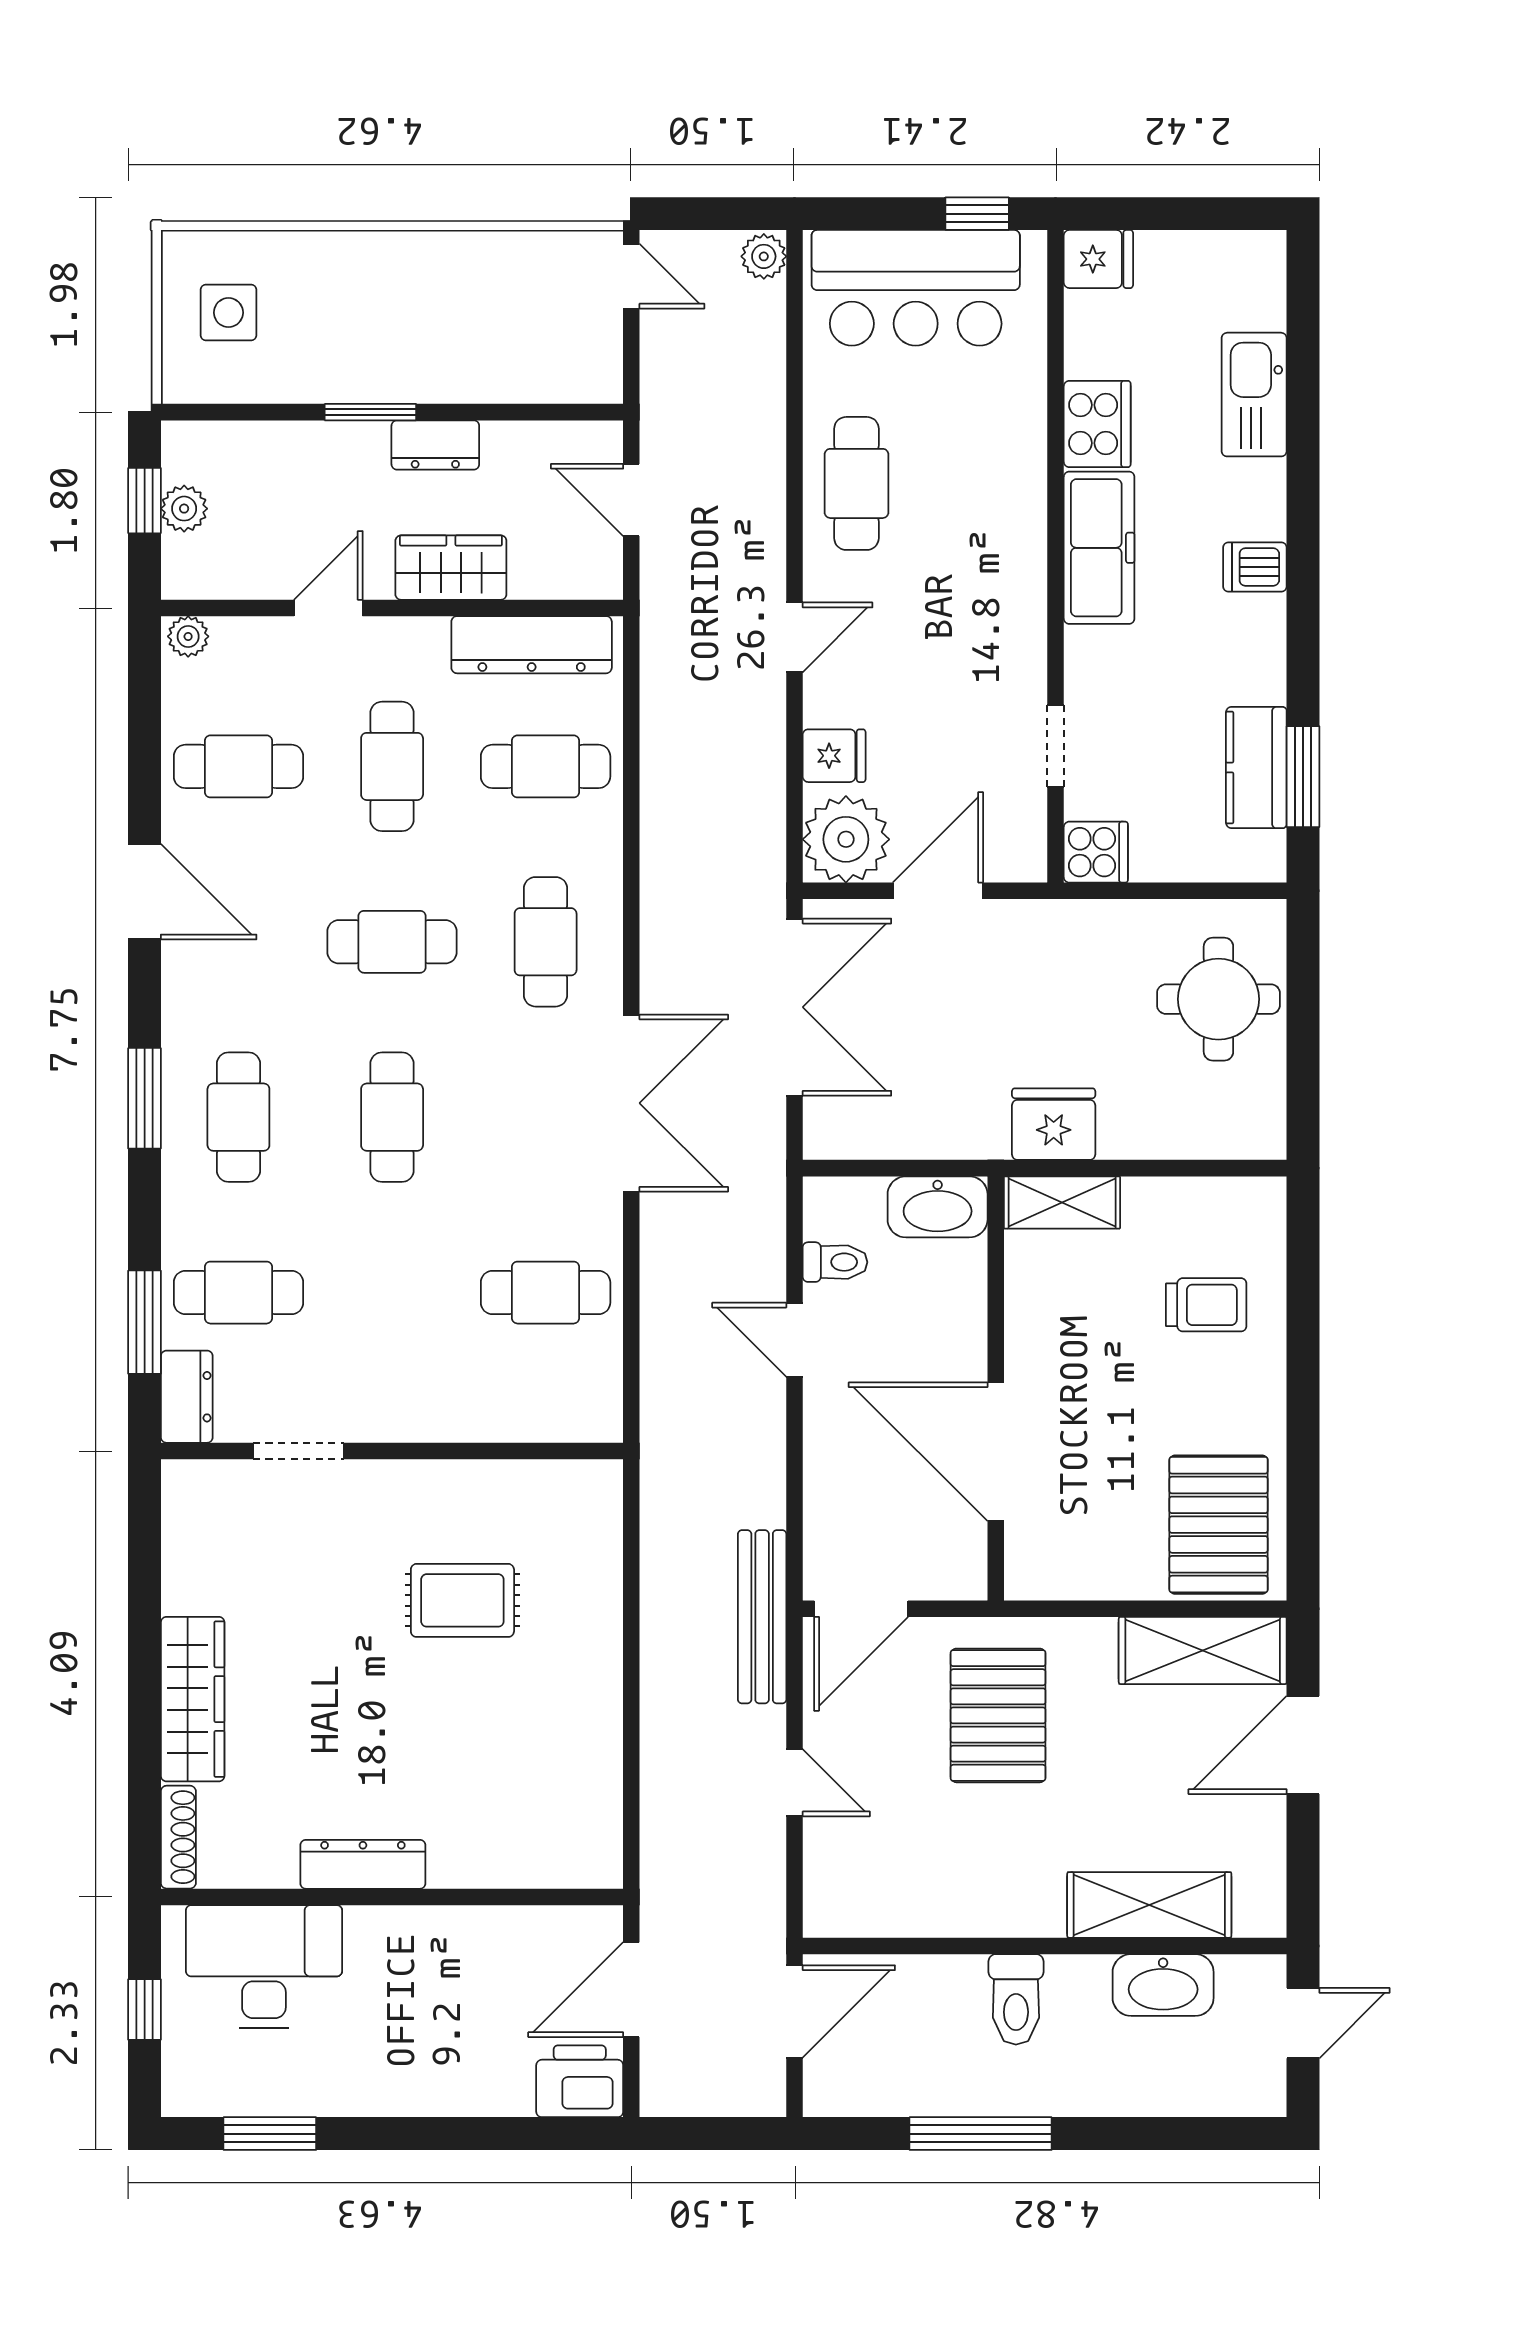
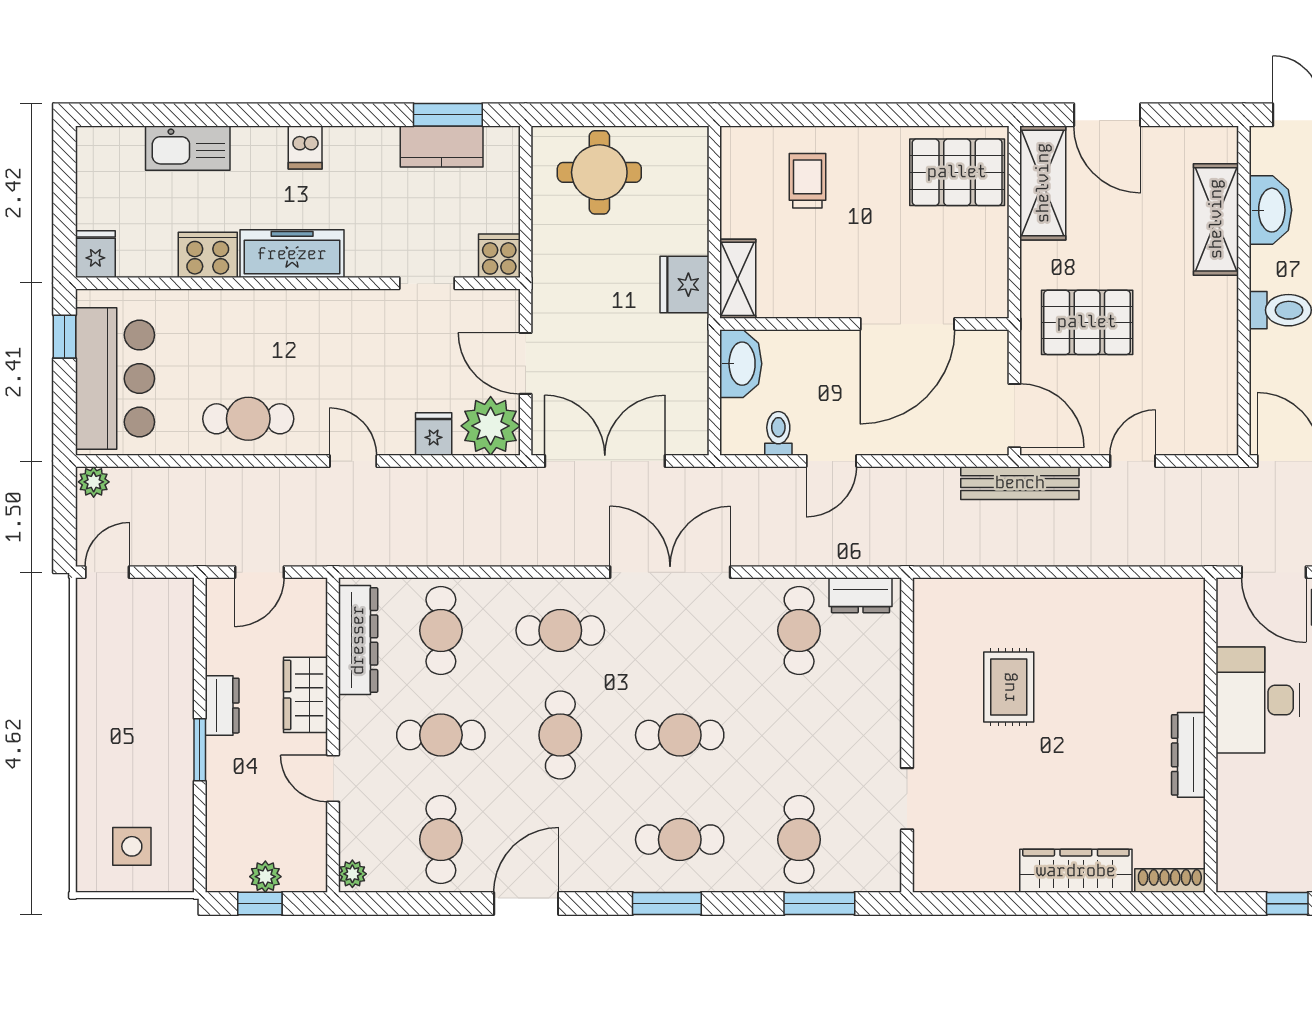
dresser: (187, 1397) -> (861, 595), moved, turned 180
desk: (264, 1967) -> (1258, 700), moved

